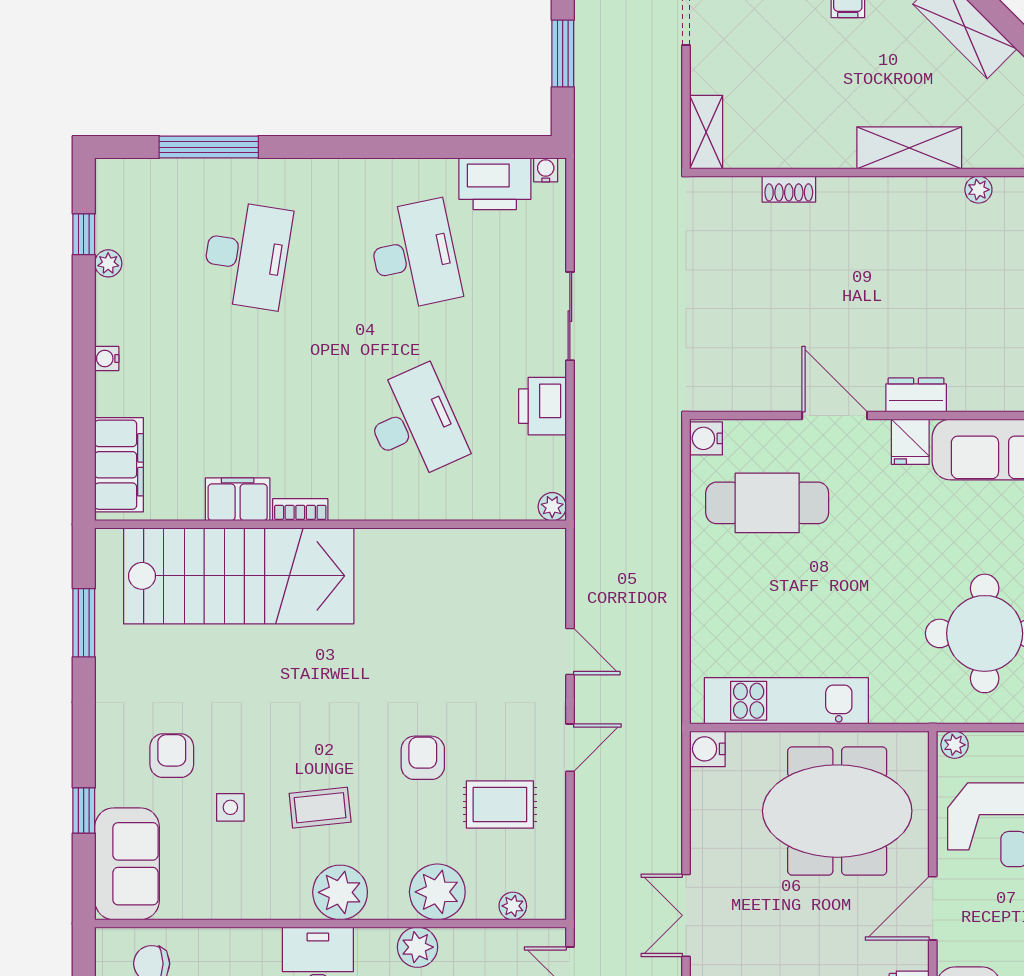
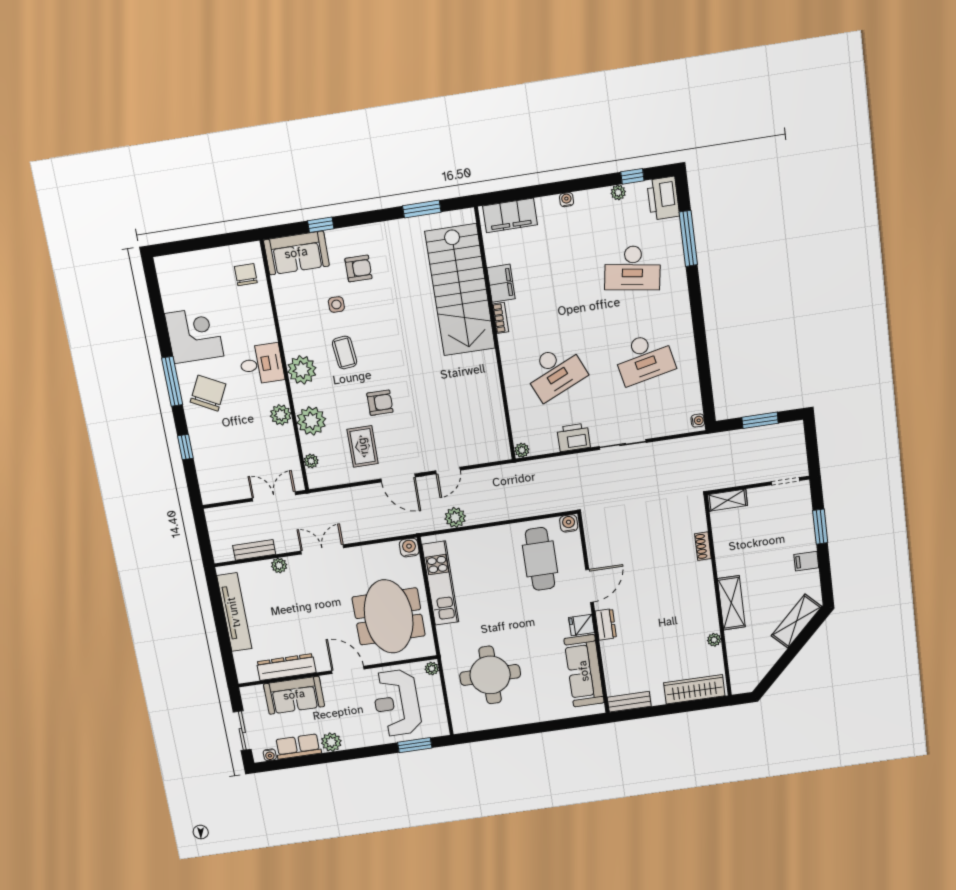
printer: (495, 184) -> (663, 198), moved
plant: (662, 652) -> (455, 517), added
door: (570, 748) -> (398, 478), width x1.38

